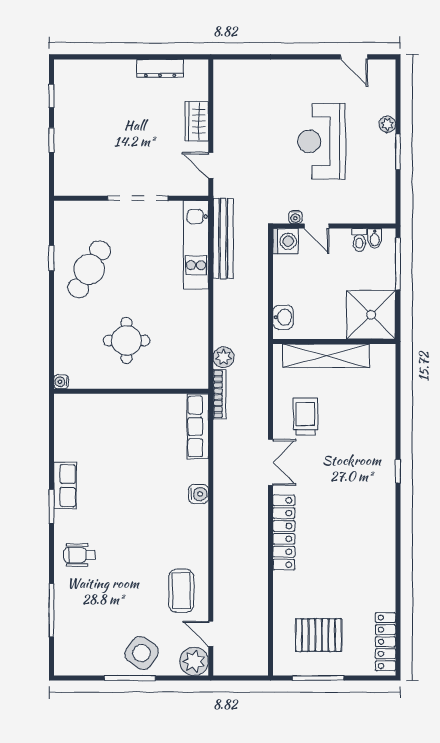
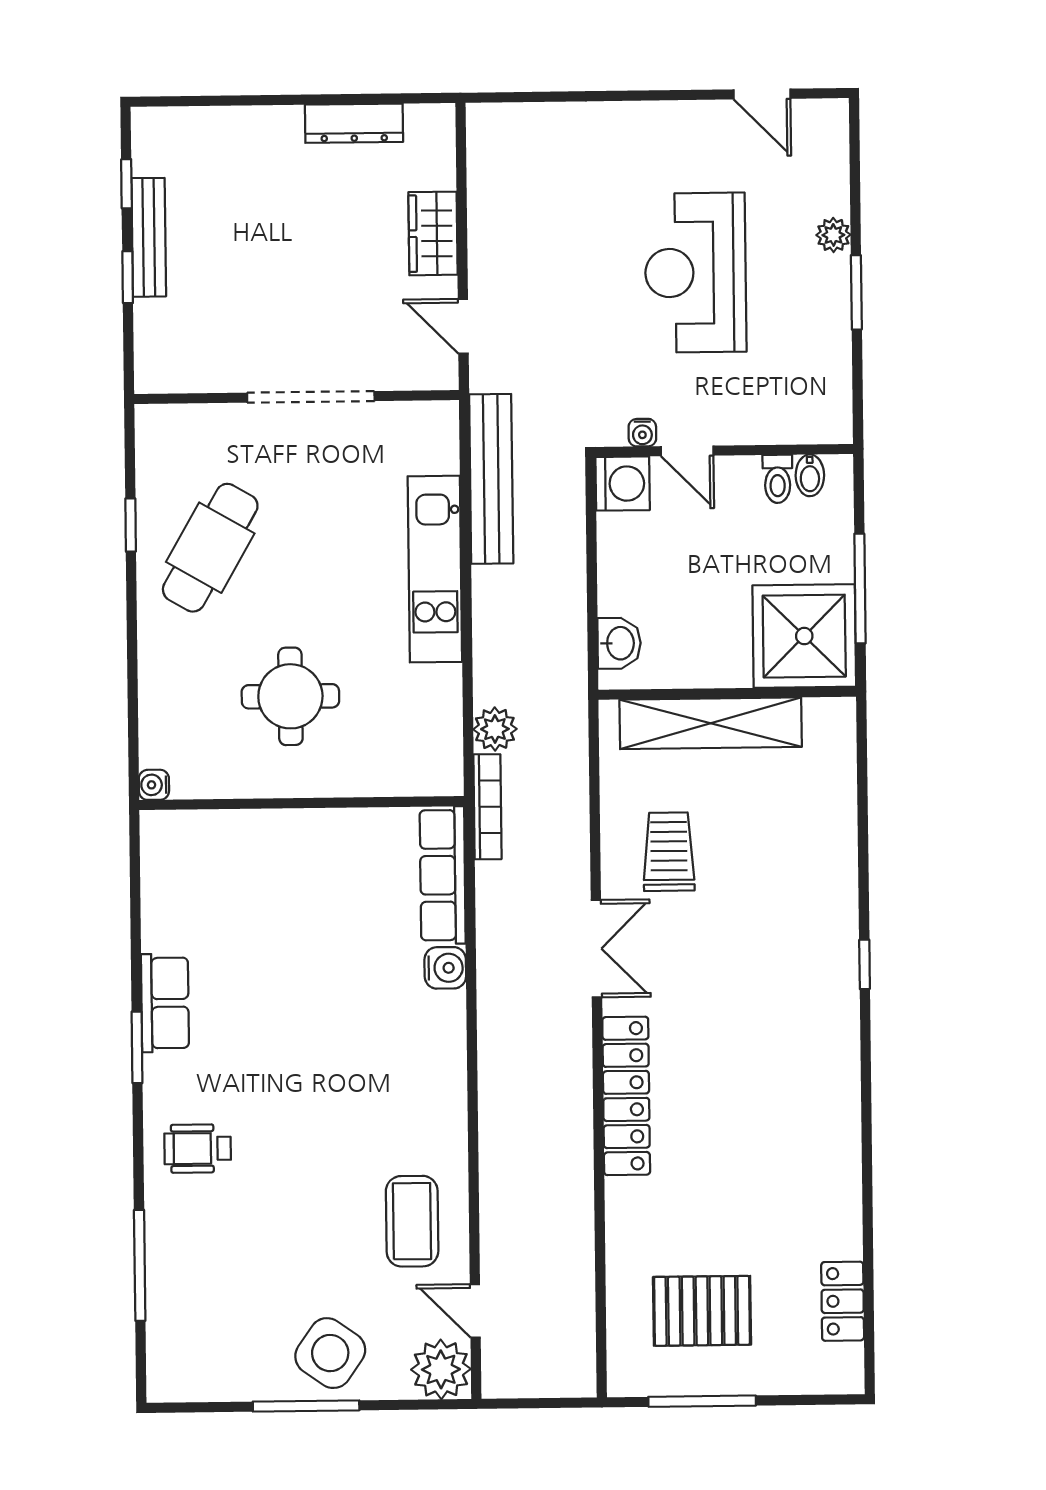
bench: (62, 121) -> (149, 237), added
kitchen unit: (196, 245) -> (435, 569), moved
window: (398, 264) -> (860, 589), moved
water cooler: (199, 494) -> (445, 968), moved
locker: (386, 642) -> (843, 1301), width x0.66

